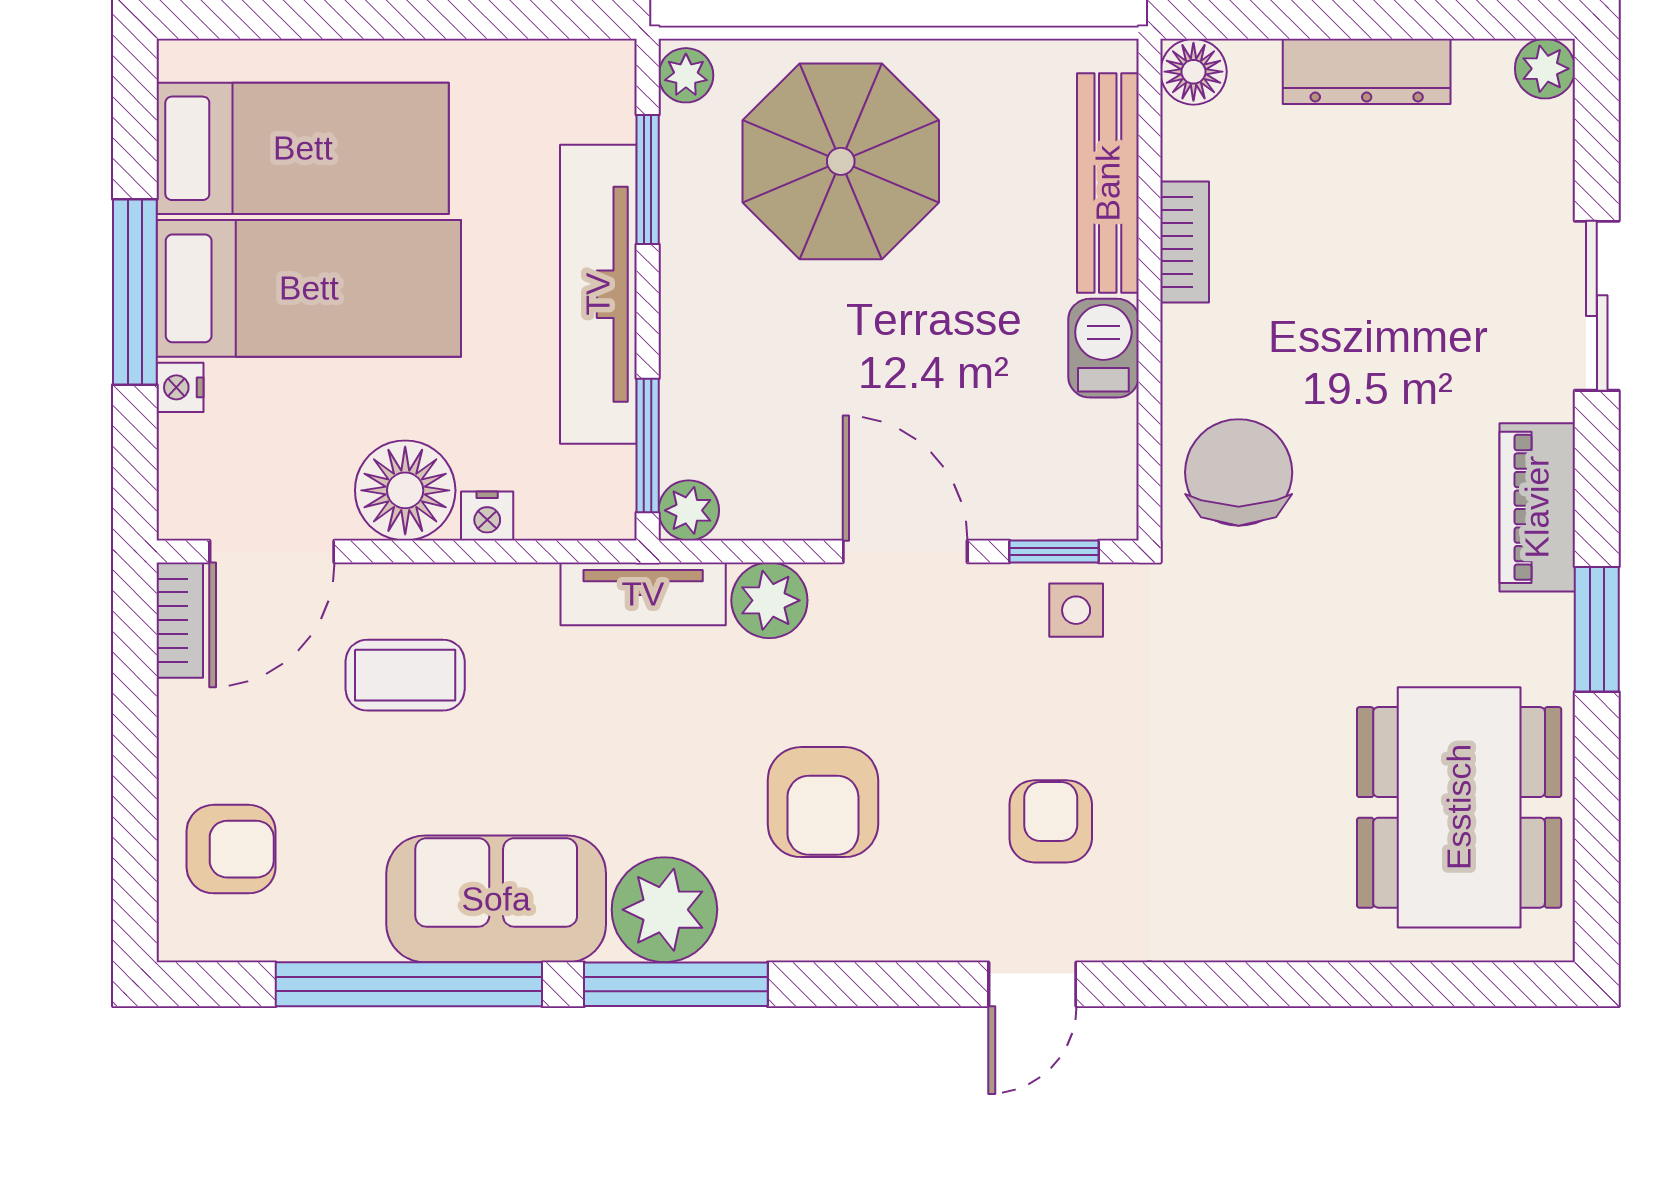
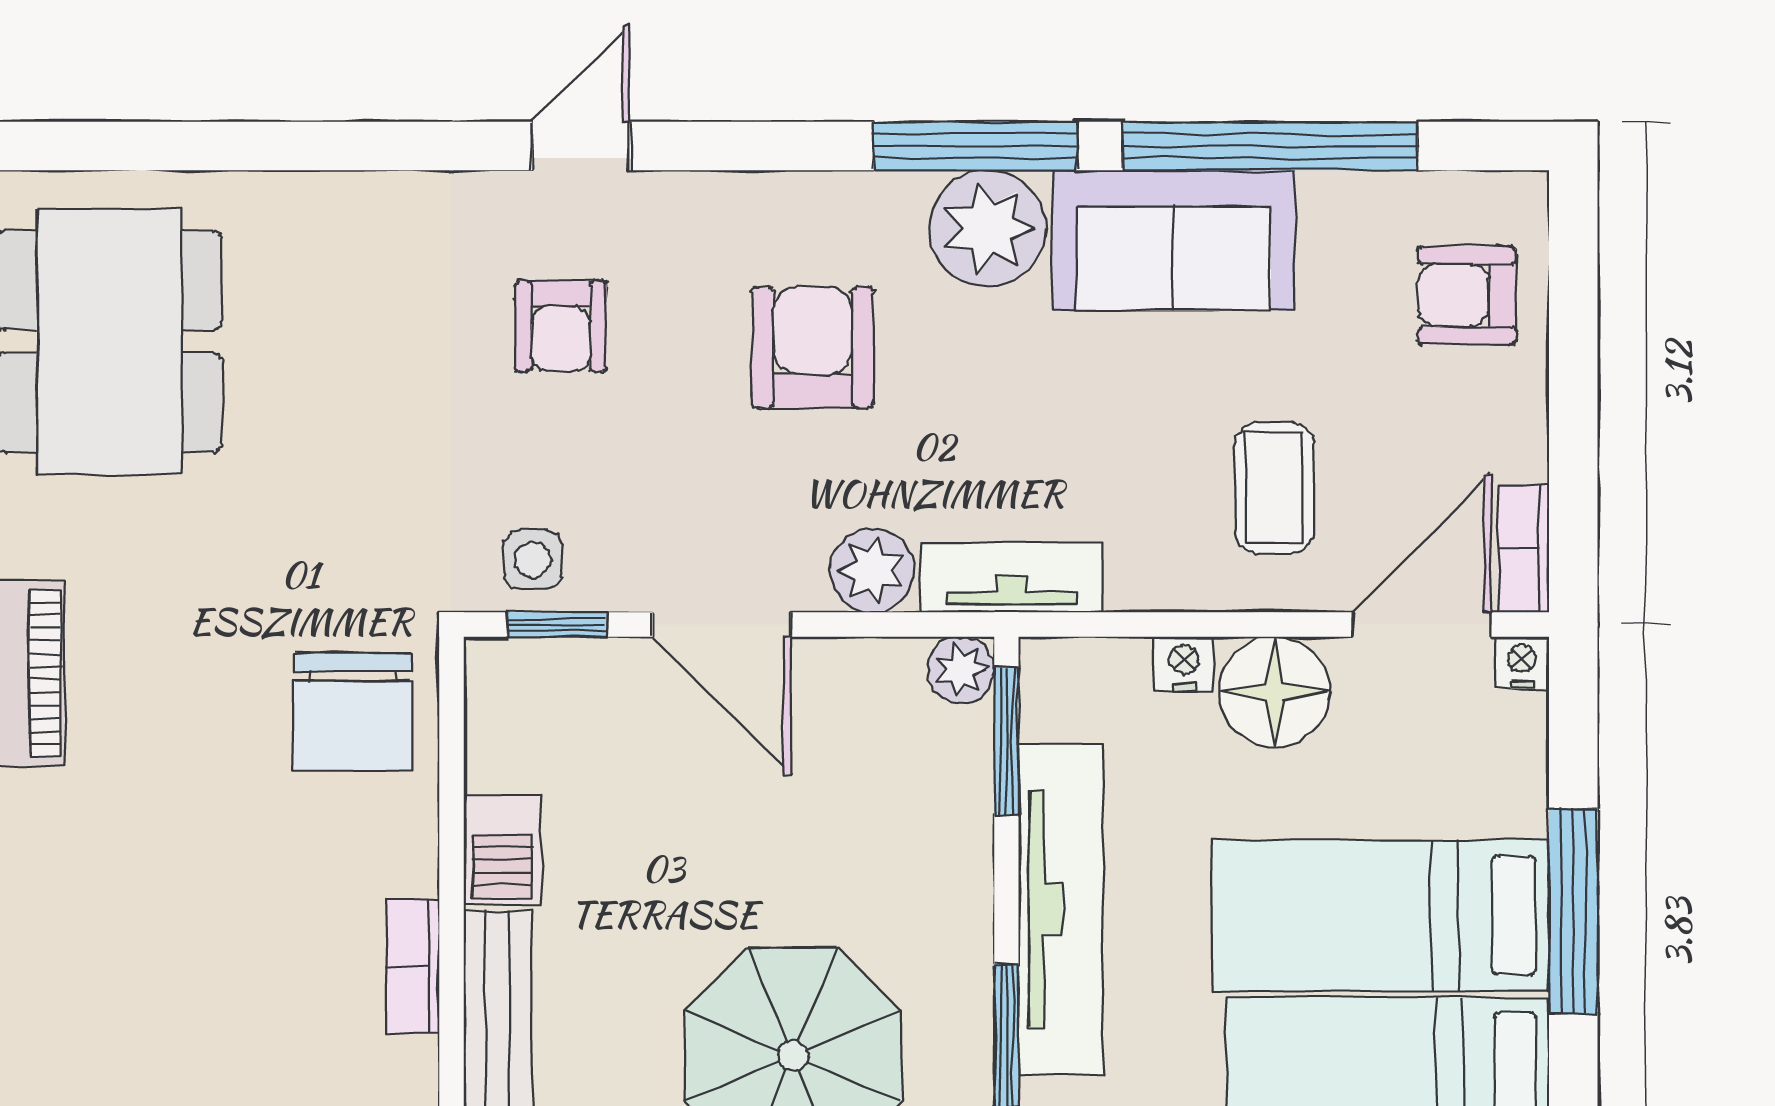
nightstand: (180, 387) -> (1522, 662), moved, turned -90
coffee table: (405, 675) -> (1275, 488), turned 90

